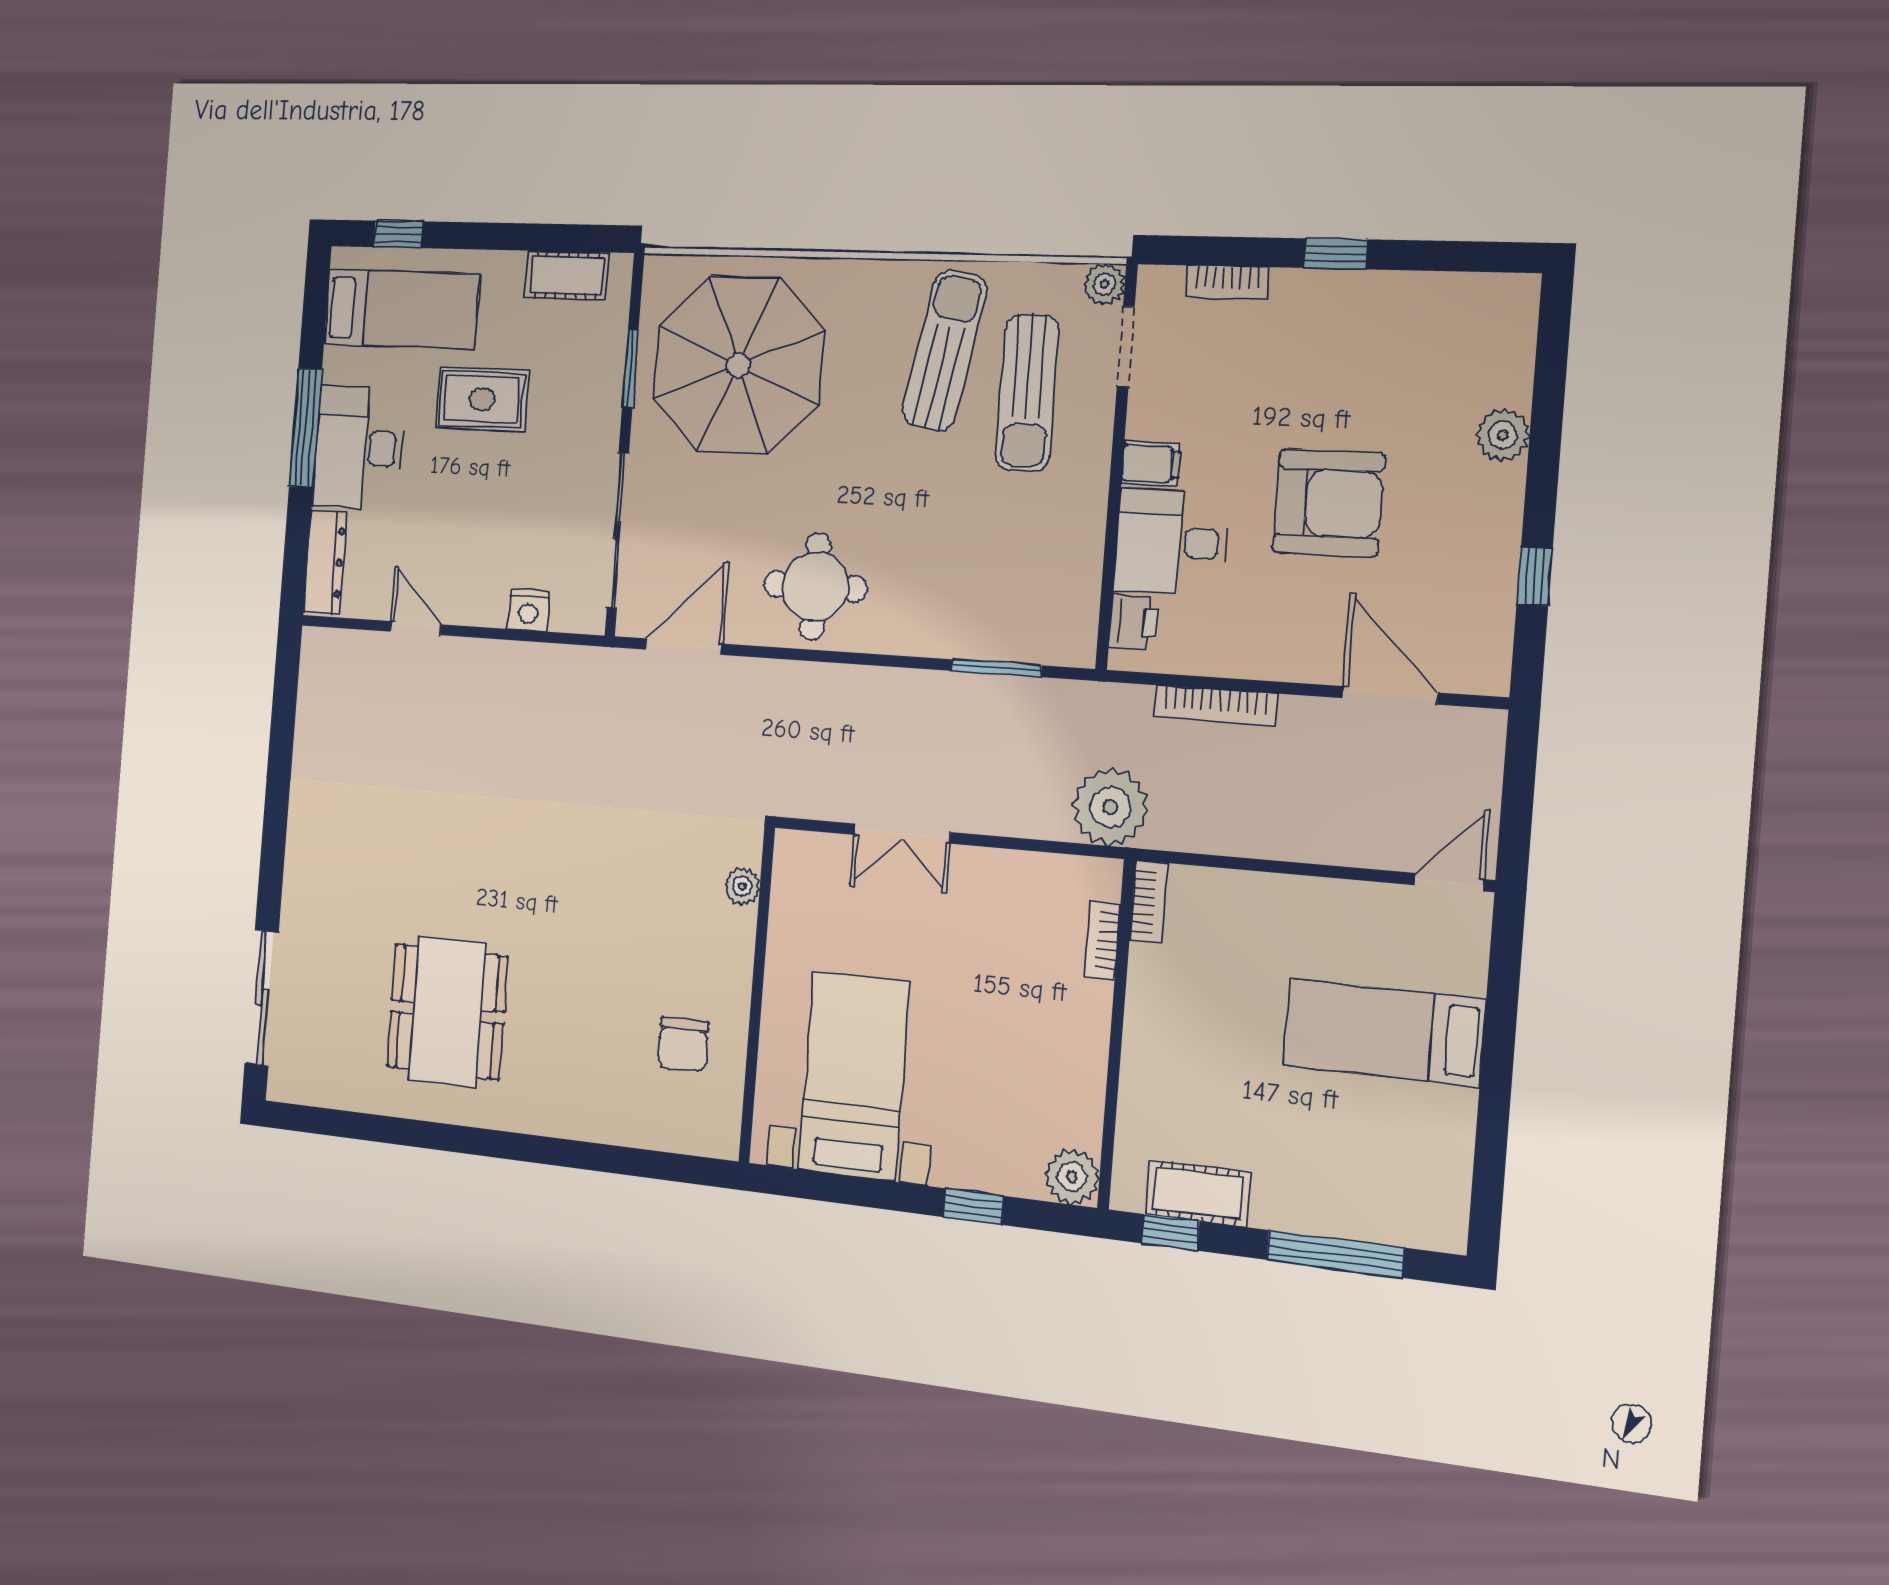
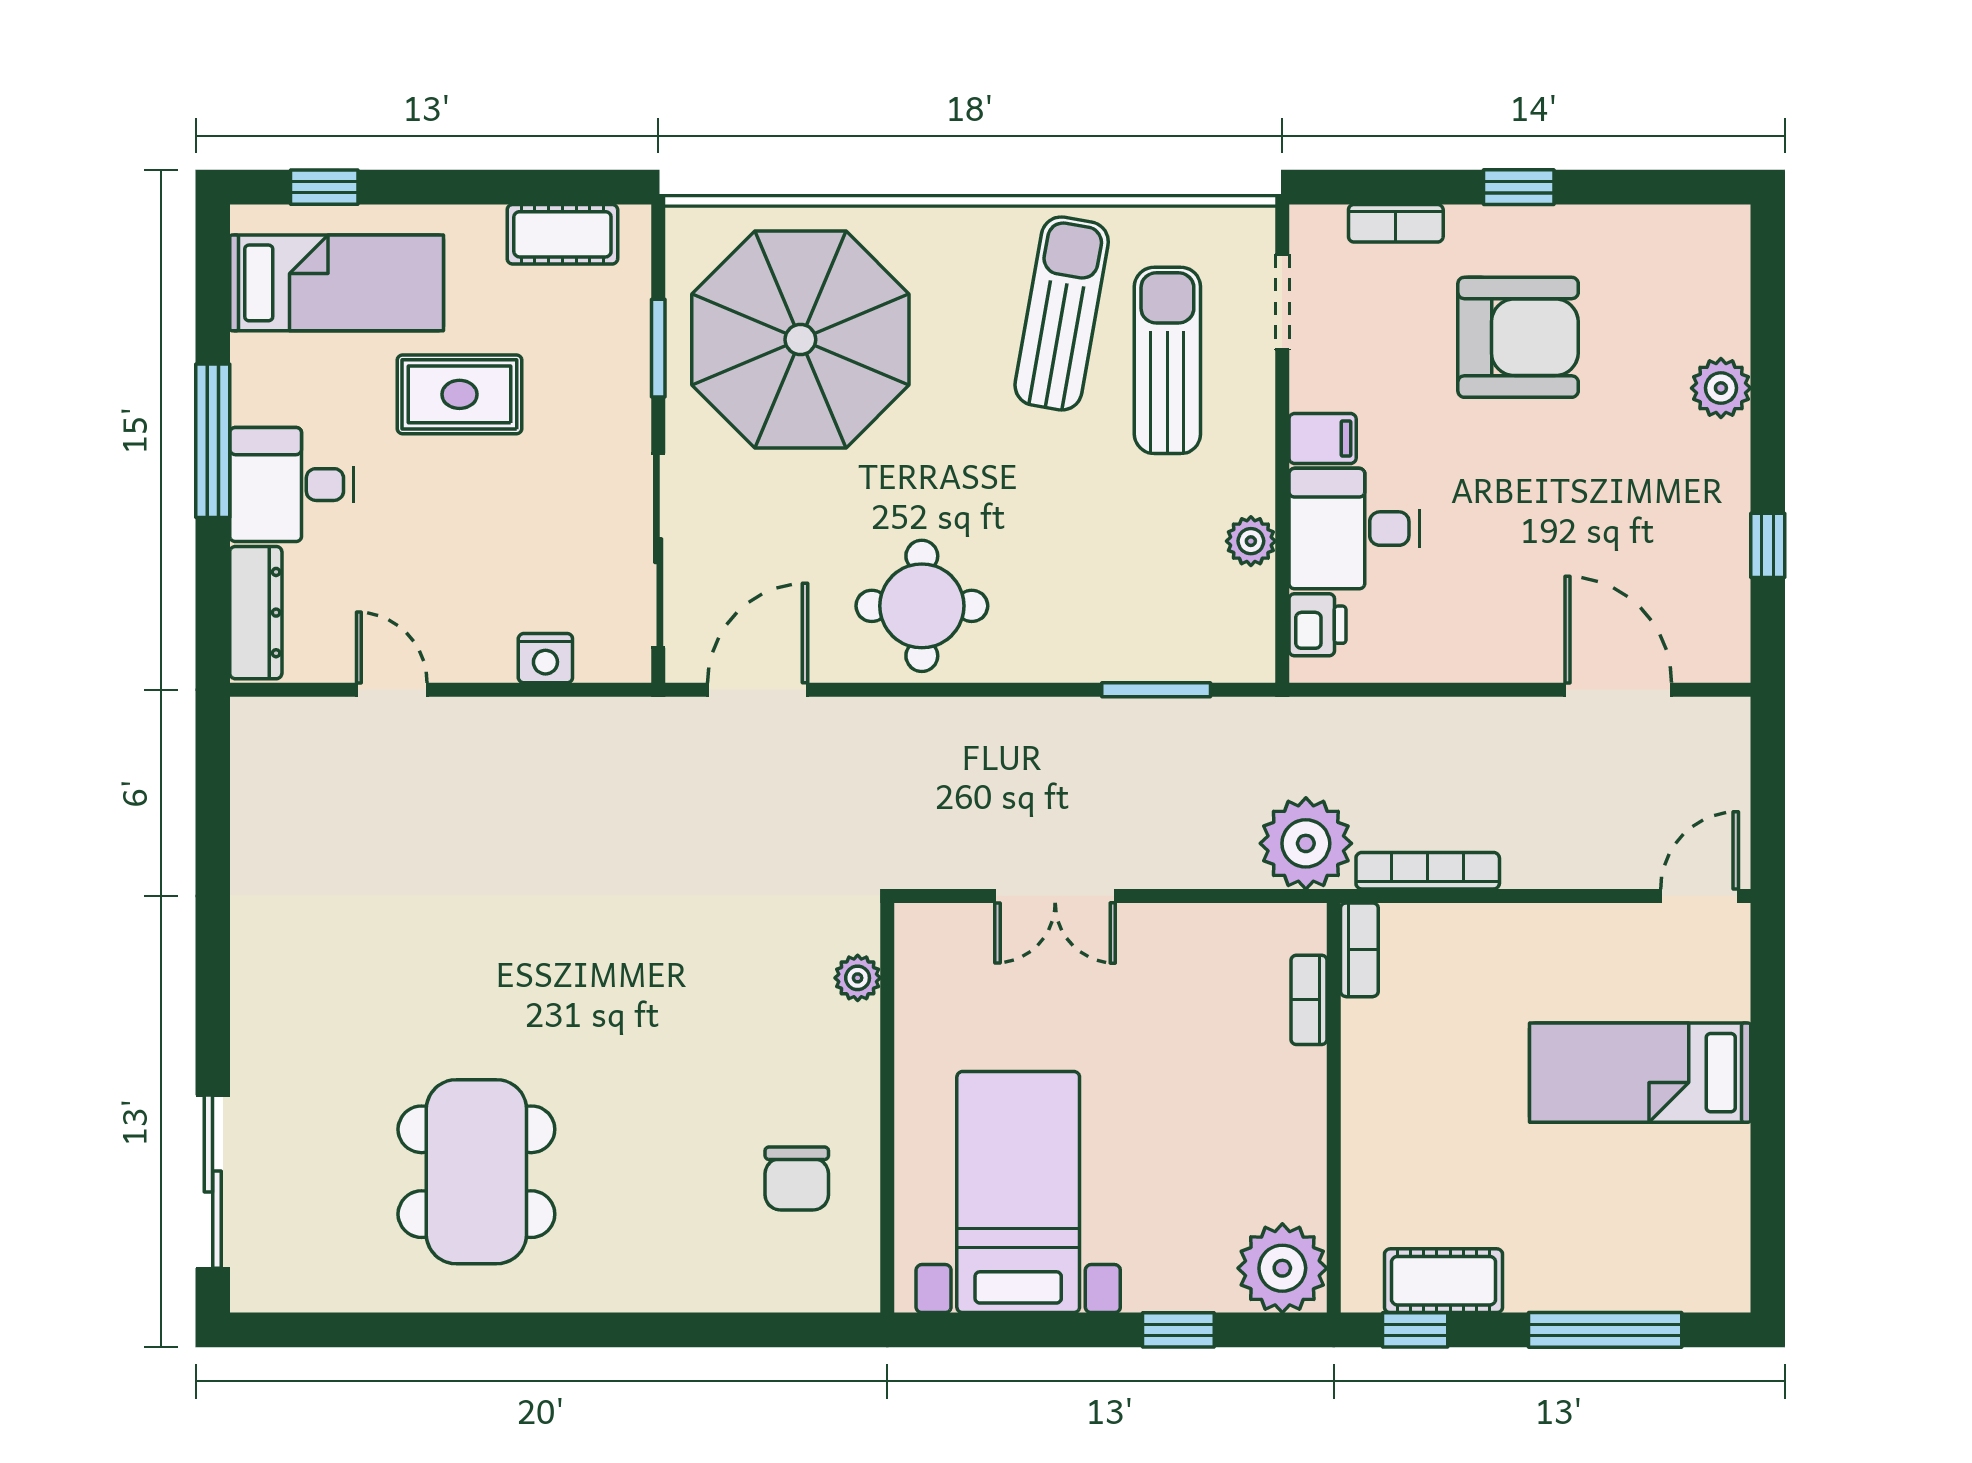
plant: (1104, 284) -> (1251, 541), moved
sun lounger: (1027, 393) -> (1167, 360), turned 180
desk: (359, 448) -> (292, 485), width x0.73
armchair: (1329, 503) -> (1518, 337), moved
bookcase: (1215, 705) -> (1428, 871), moved, turned 180
plant: (1072, 1177) -> (1282, 1268), width x1.36, depth x1.36

